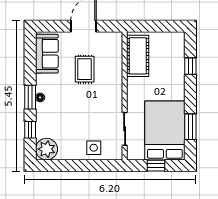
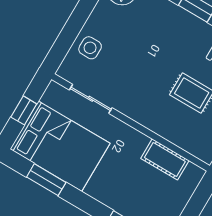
cot: (138, 56) -> (165, 159), width x0.73, depth x0.75
floor lamp: (40, 97) -> (189, 19), removed

